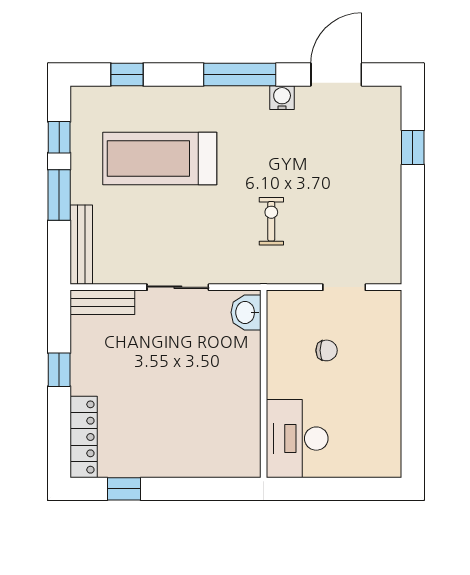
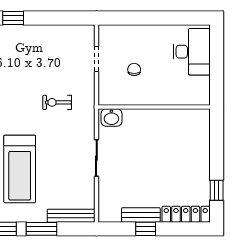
bench: (102, 302) -> (141, 215), moved, turned 90
desk: (297, 439) -> (192, 52), moved, turned -90

